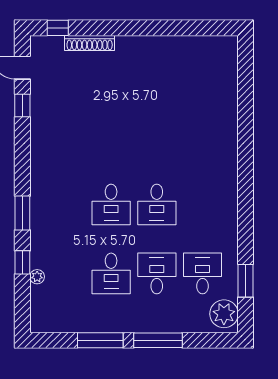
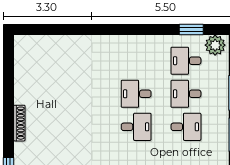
shoe rack: (90, 43) -> (19, 123), moved
desk: (157, 204) -> (136, 94), turned 180

